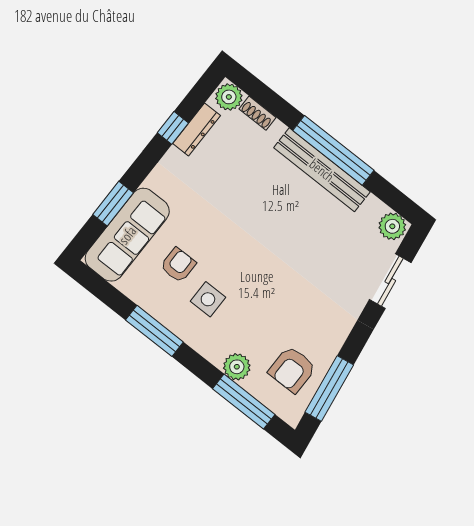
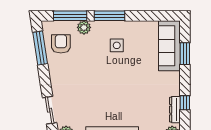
armchair: (178, 265) -> (139, 50), removed
window: (154, 331) -> (110, 16), moved

